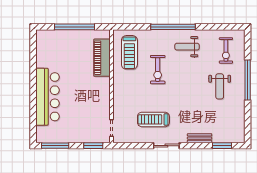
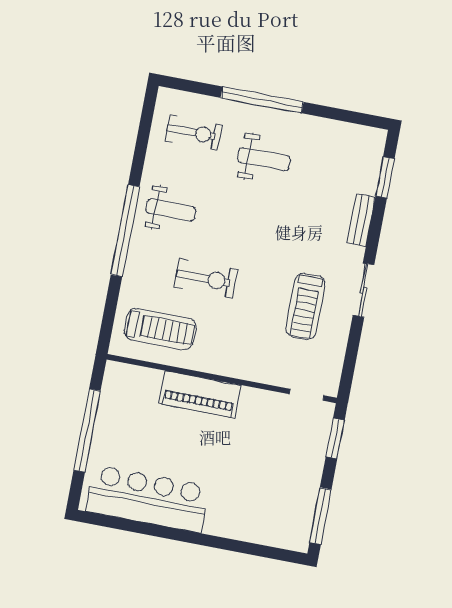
weight bench: (187, 47) -> (171, 210), turned -90
piano: (102, 58) -> (200, 394), moved
bar counter: (48, 97) -> (148, 499), moved

